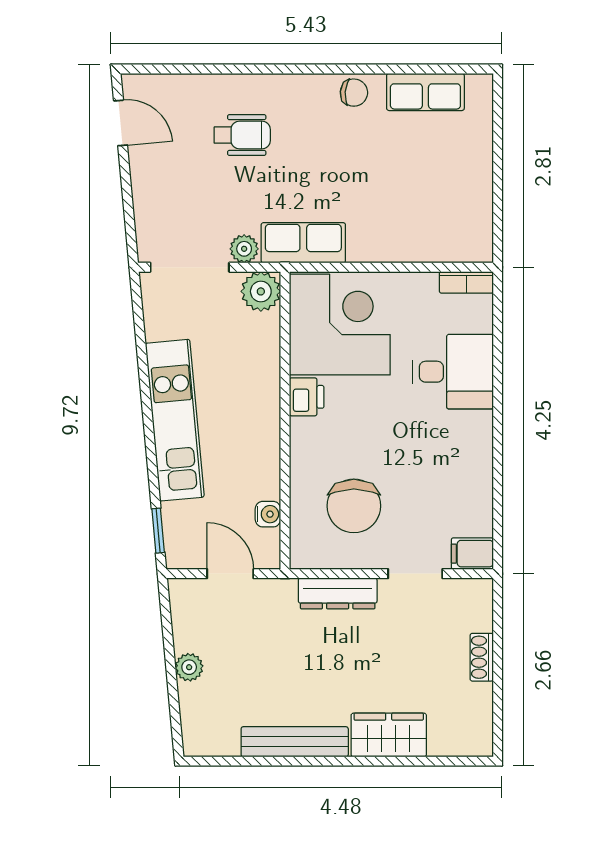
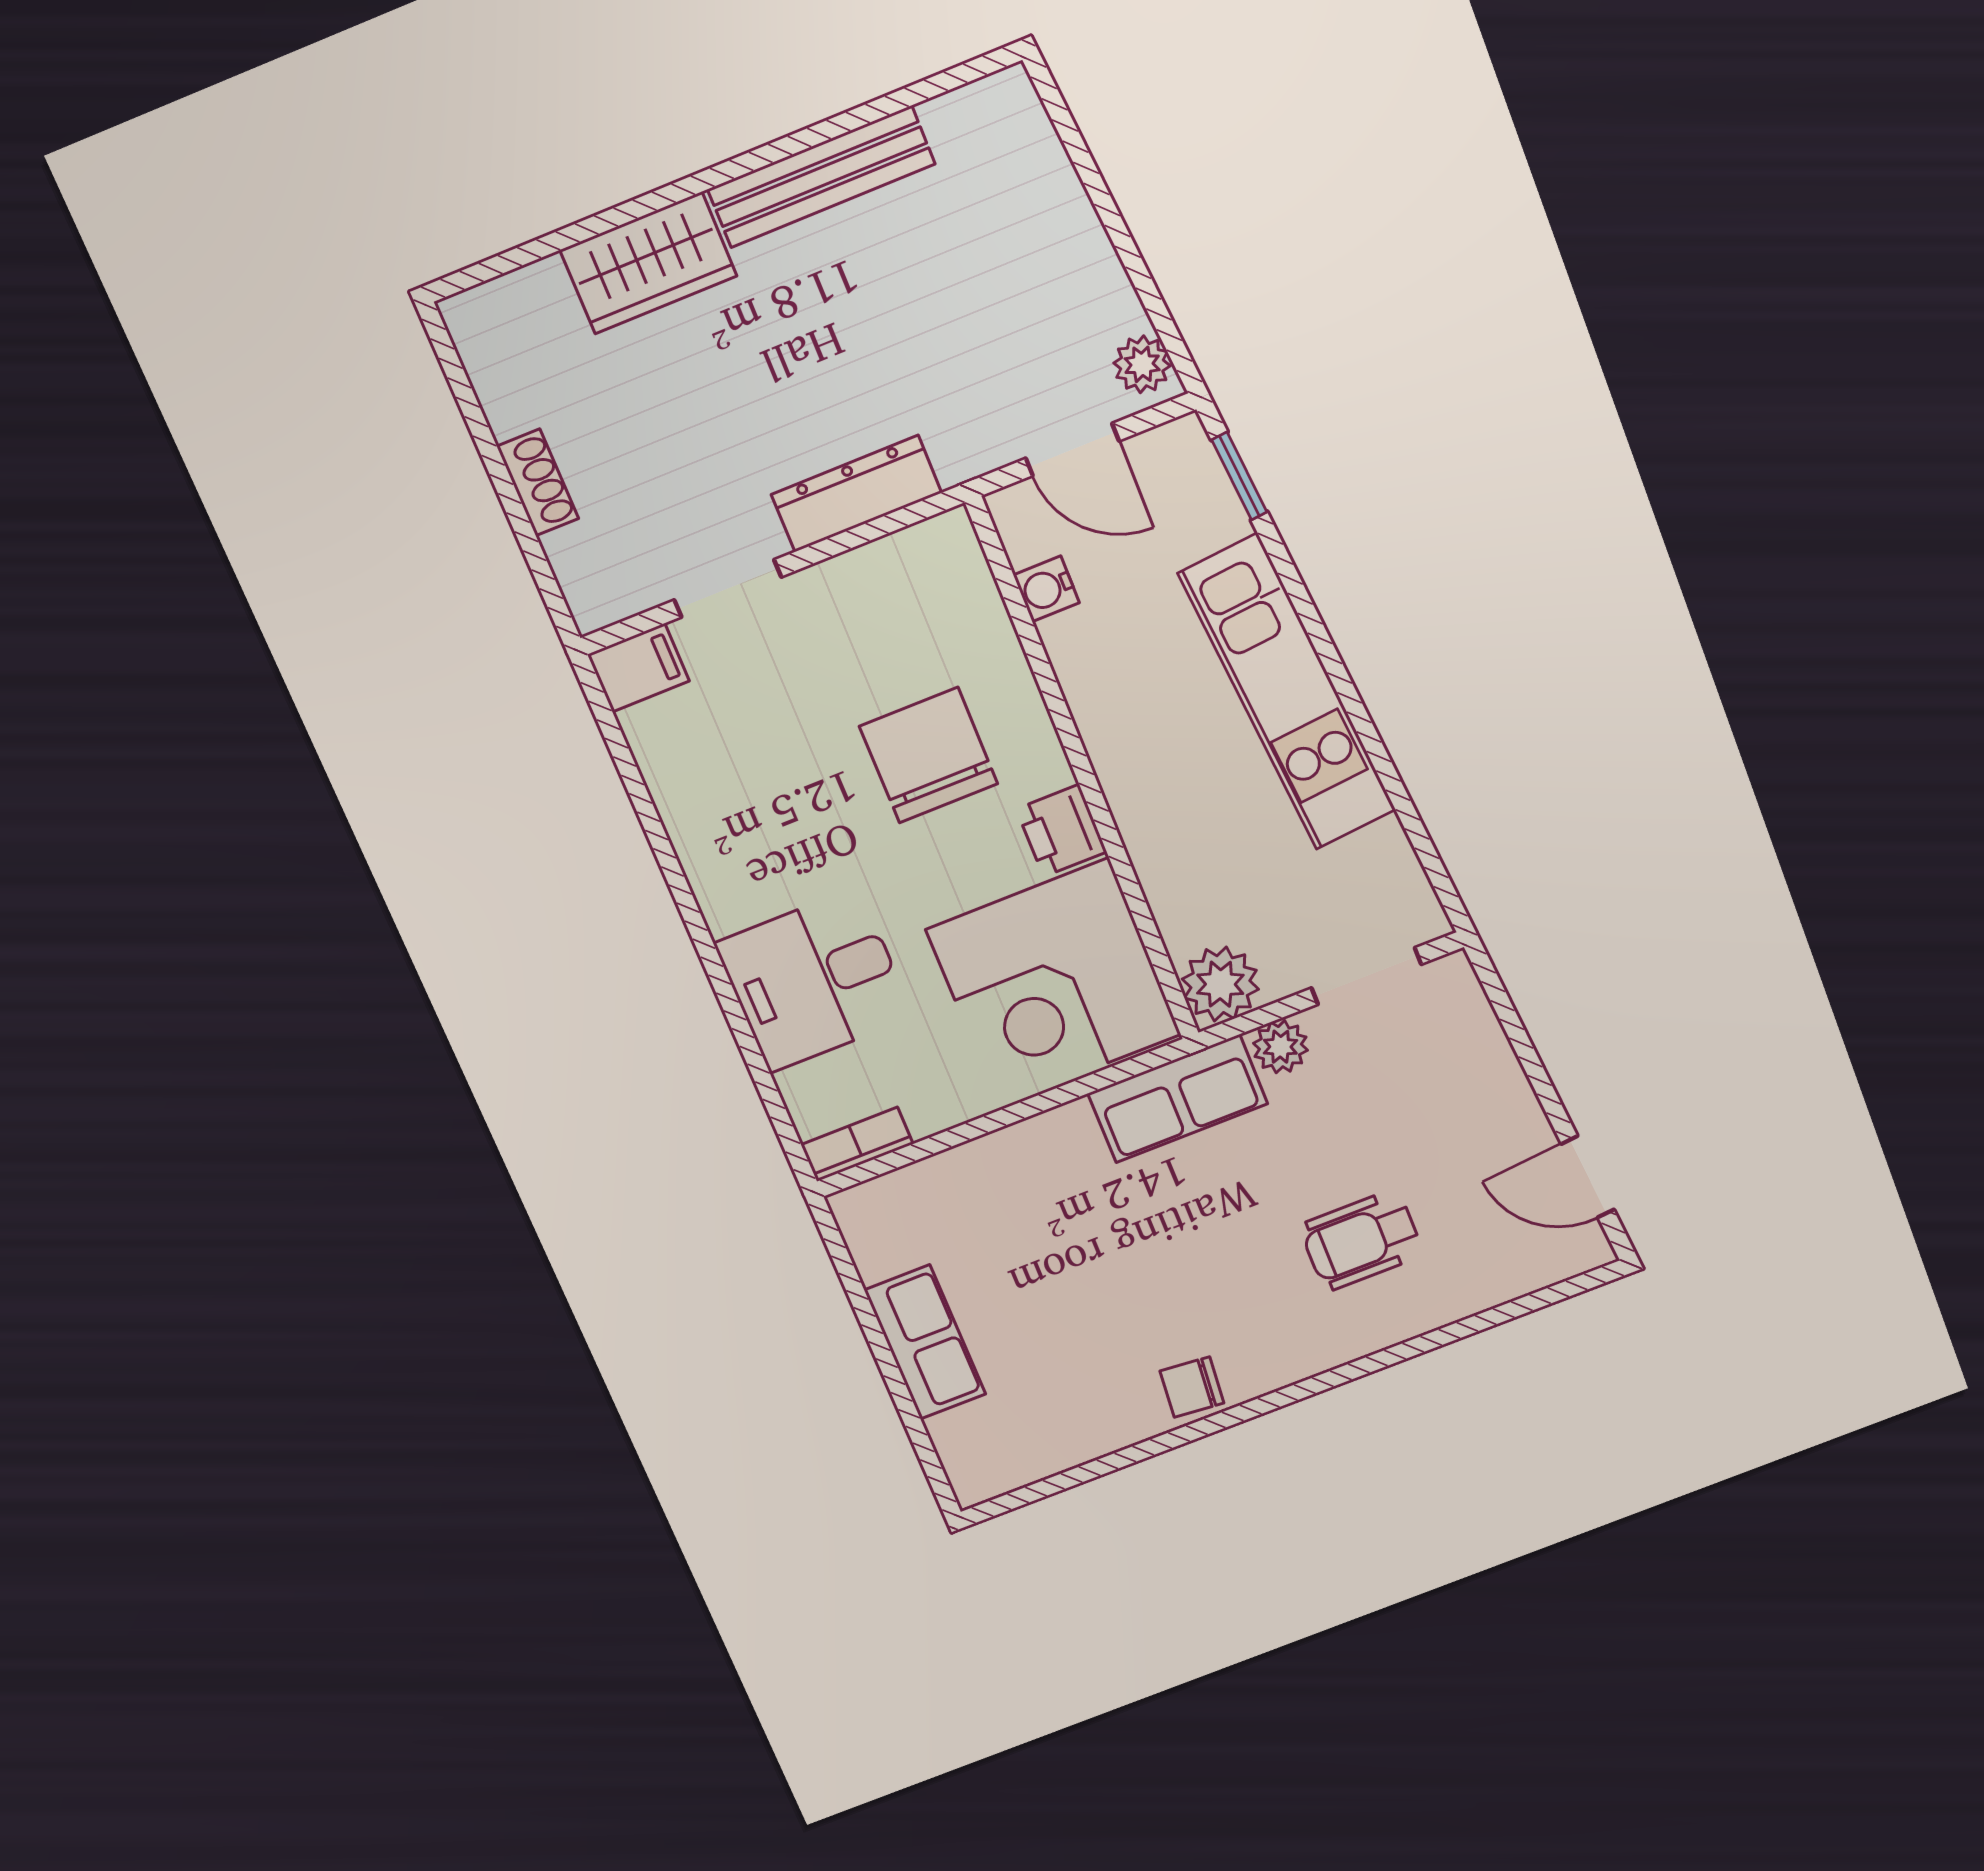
row of seats: (425, 92) -> (925, 1342), moved, turned 90
doorway: (190, 267) -> (1366, 976), width x0.73
chair: (354, 506) -> (929, 755), moved
plant: (189, 667) -> (1142, 364), moved

